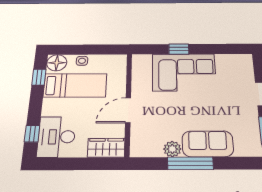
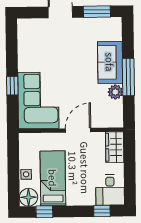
corner sofa: (184, 72) -> (38, 100), moved
door: (128, 110) -> (78, 130), swing flipped
desk: (56, 137) -> (110, 190), width x0.73

